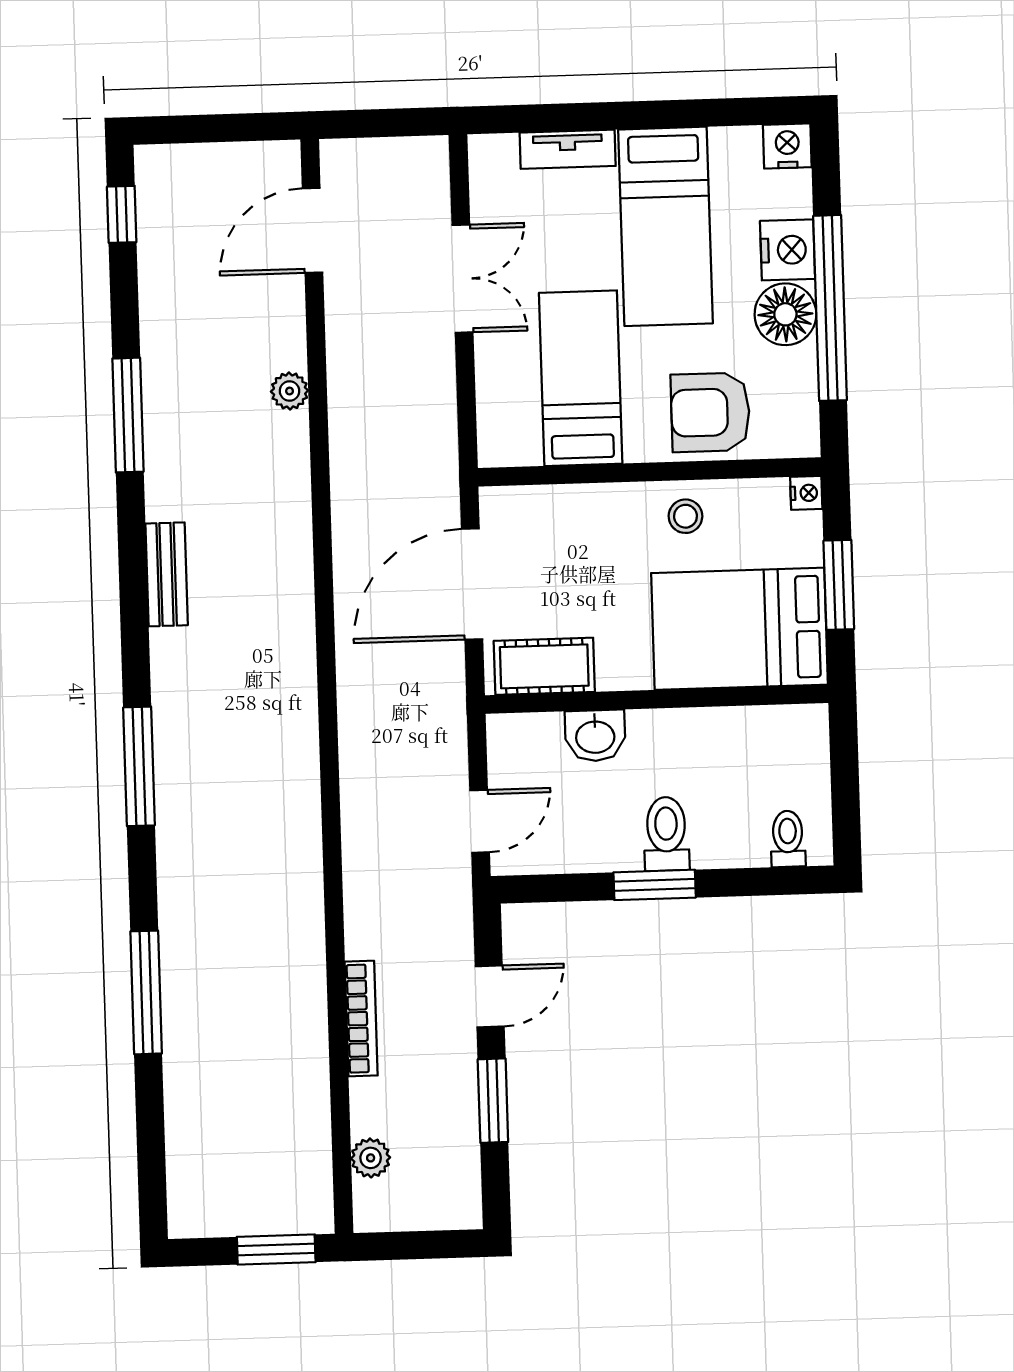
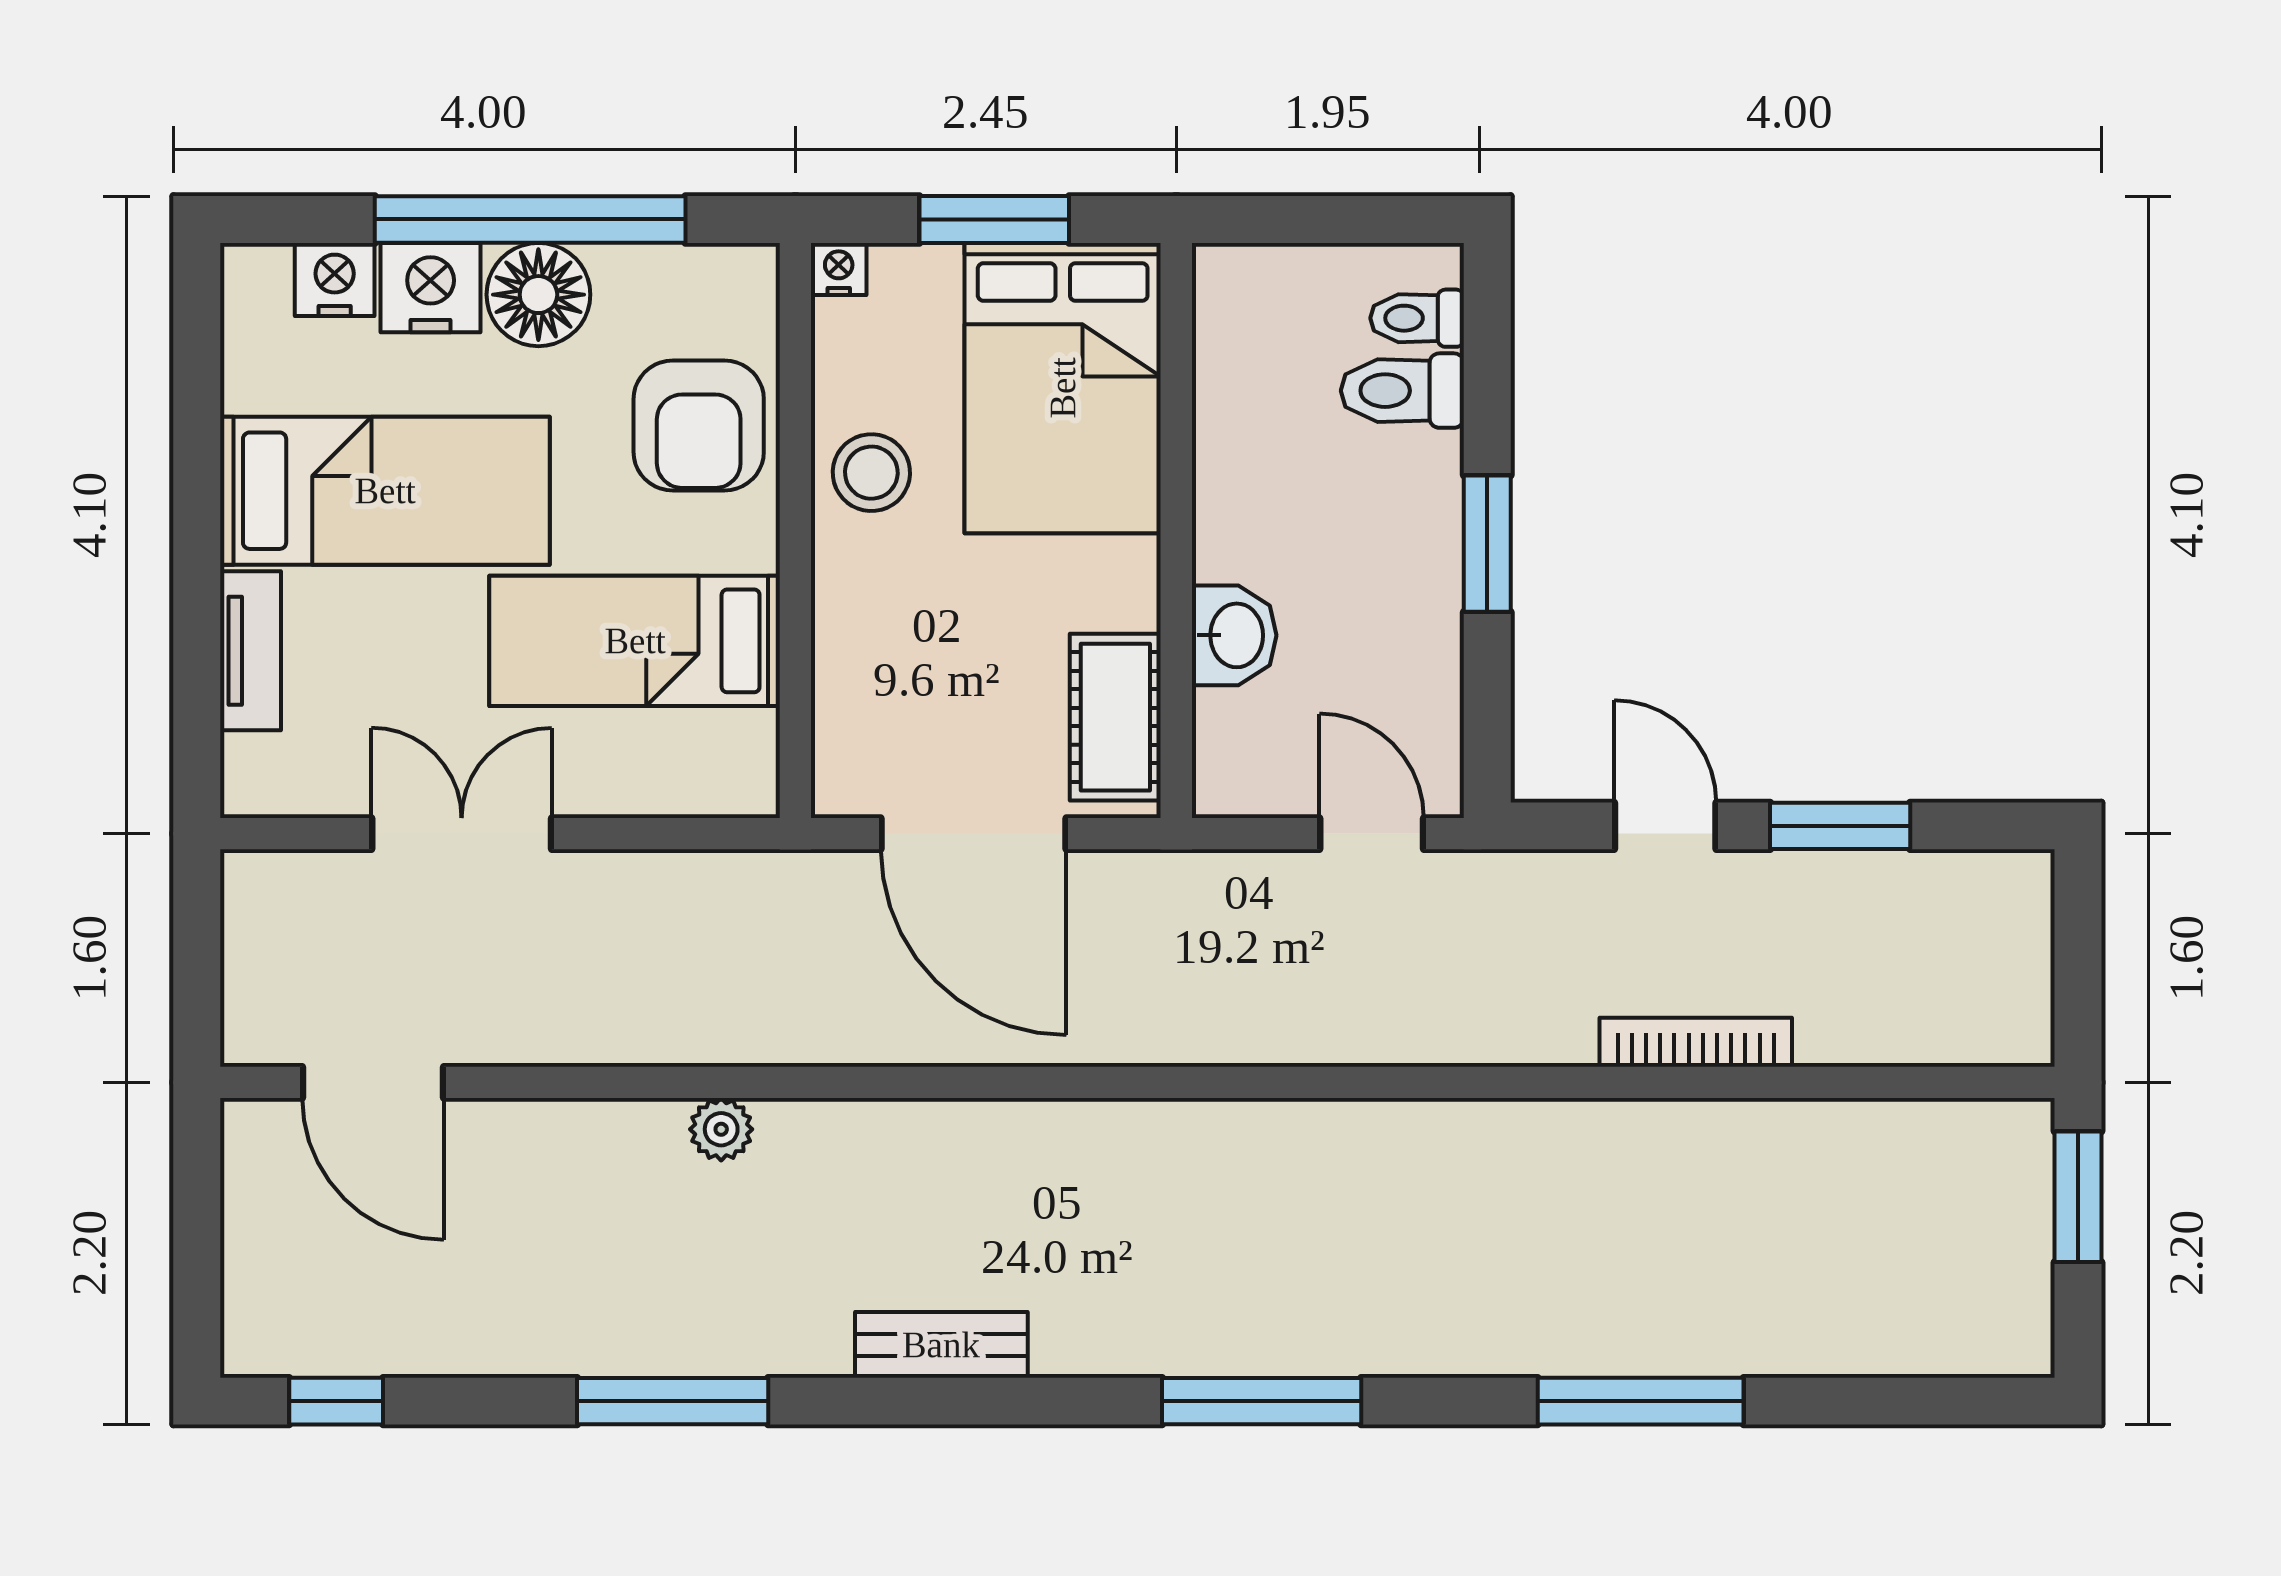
nightstand: (787, 146) -> (335, 279), moved, turned 90
plant: (290, 391) -> (721, 1129), moved
stool: (685, 516) -> (871, 473), width x1.37, depth x1.37
toilet: (666, 834) -> (1402, 391), moved
plant: (371, 1158) -> (1930, 1034), removed

